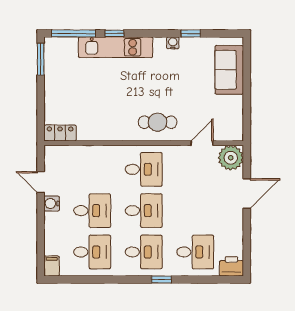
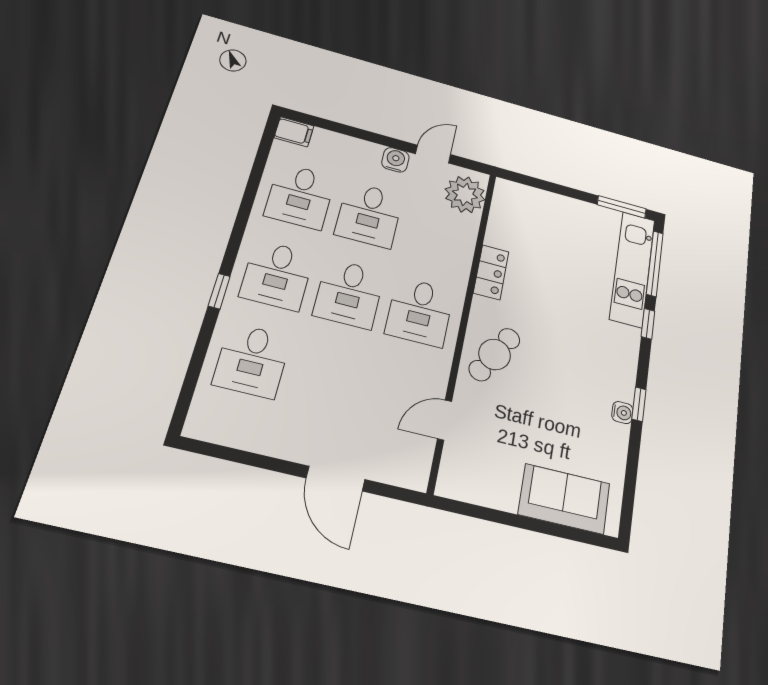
window: (191, 33) -> (639, 404), moved
kitchen unit: (115, 47) -> (632, 269), moved
cafe table: (158, 122) -> (495, 354), turned 30
locker: (60, 133) -> (491, 272), moved
door: (202, 143) -> (445, 420), swing flipped
plant: (231, 158) -> (465, 194), moved
printer: (231, 266) -> (206, 418), removed

